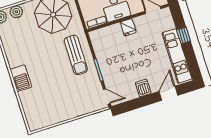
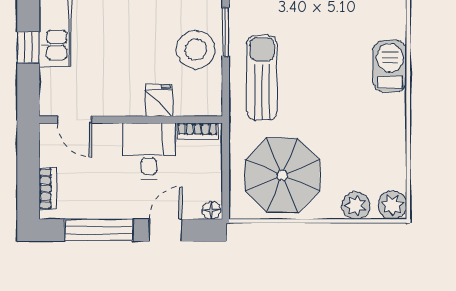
fridge: (128, 27) -> (159, 100), moved
stool: (109, 58) -> (196, 49), added

